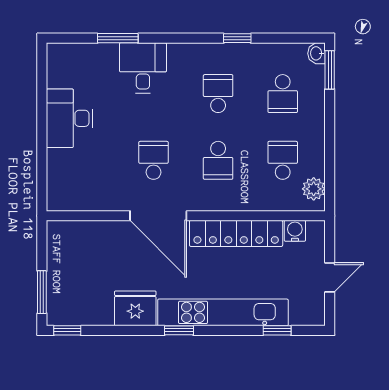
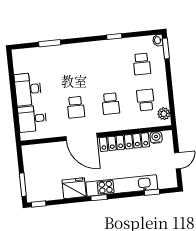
desk: (143, 68) -> (32, 119), moved, turned -90
school desk: (218, 94) -> (107, 68), removed
school desk: (153, 160) -> (76, 107), turned 180

